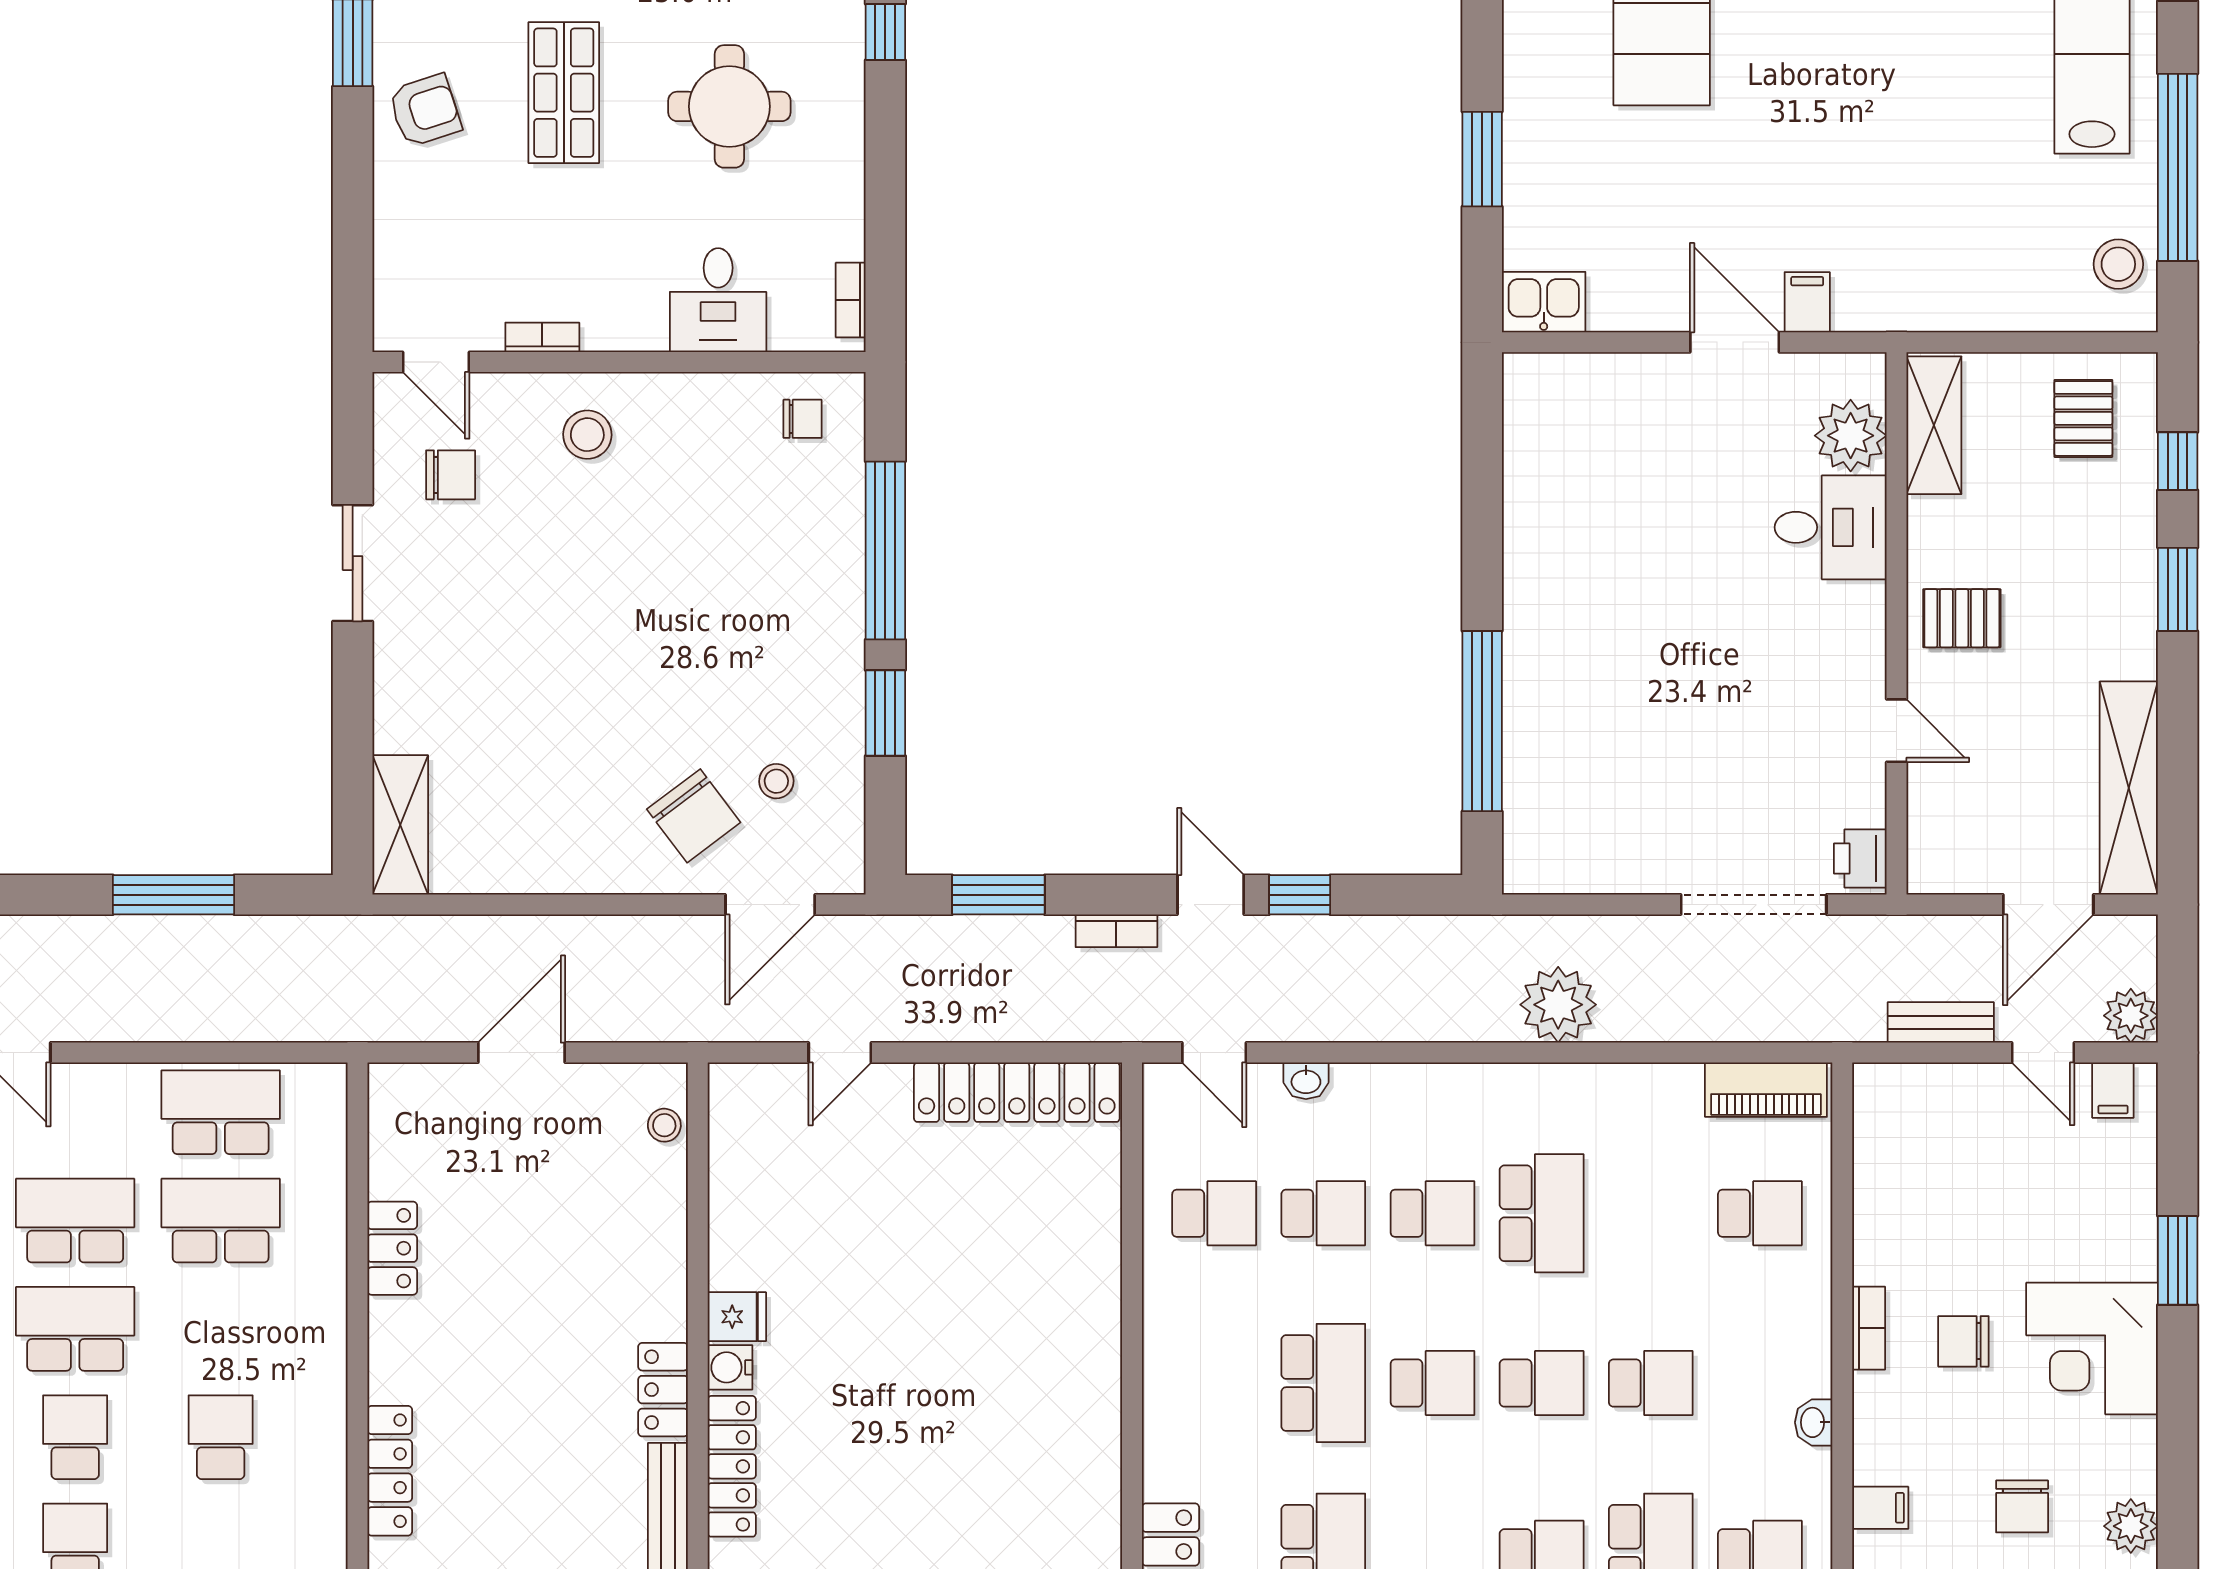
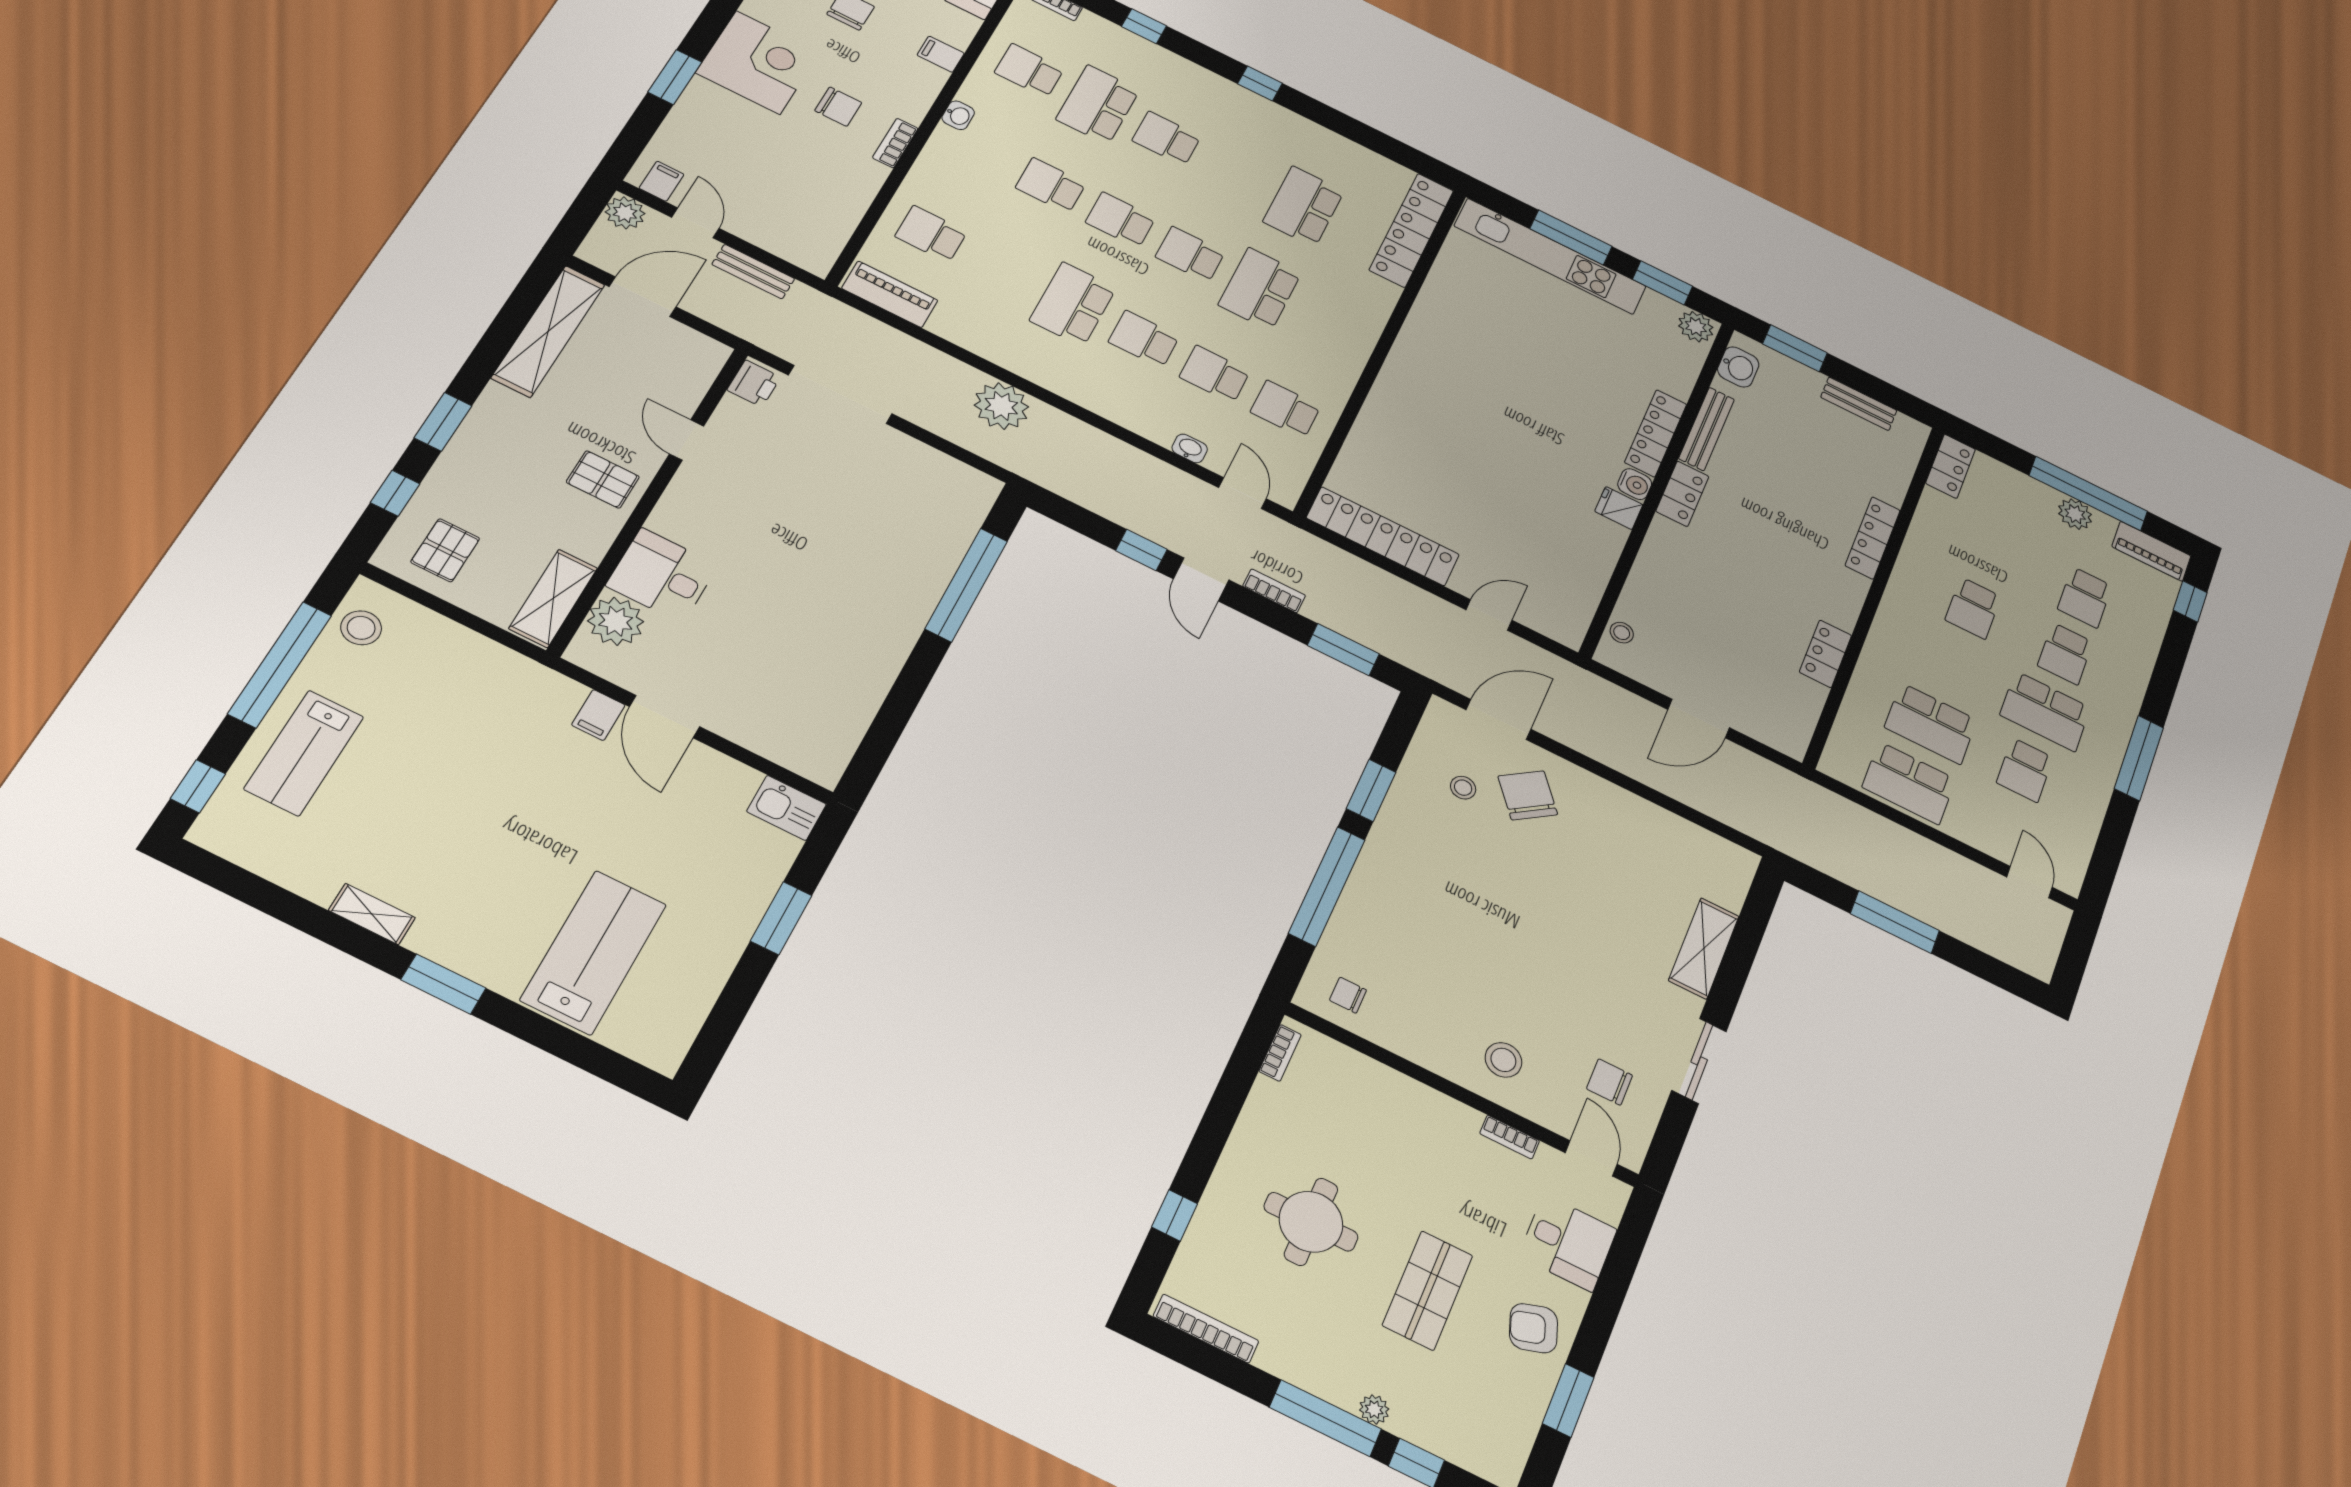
desk: (718, 300) -> (1568, 1243), moved, turned 90
shelving: (400, 825) -> (1704, 948), moved
school desk: (75, 1221) -> (2025, 770), width x0.54

